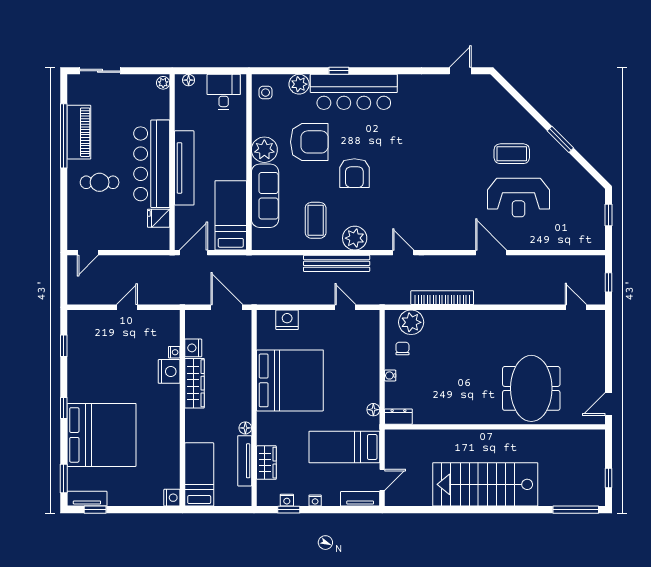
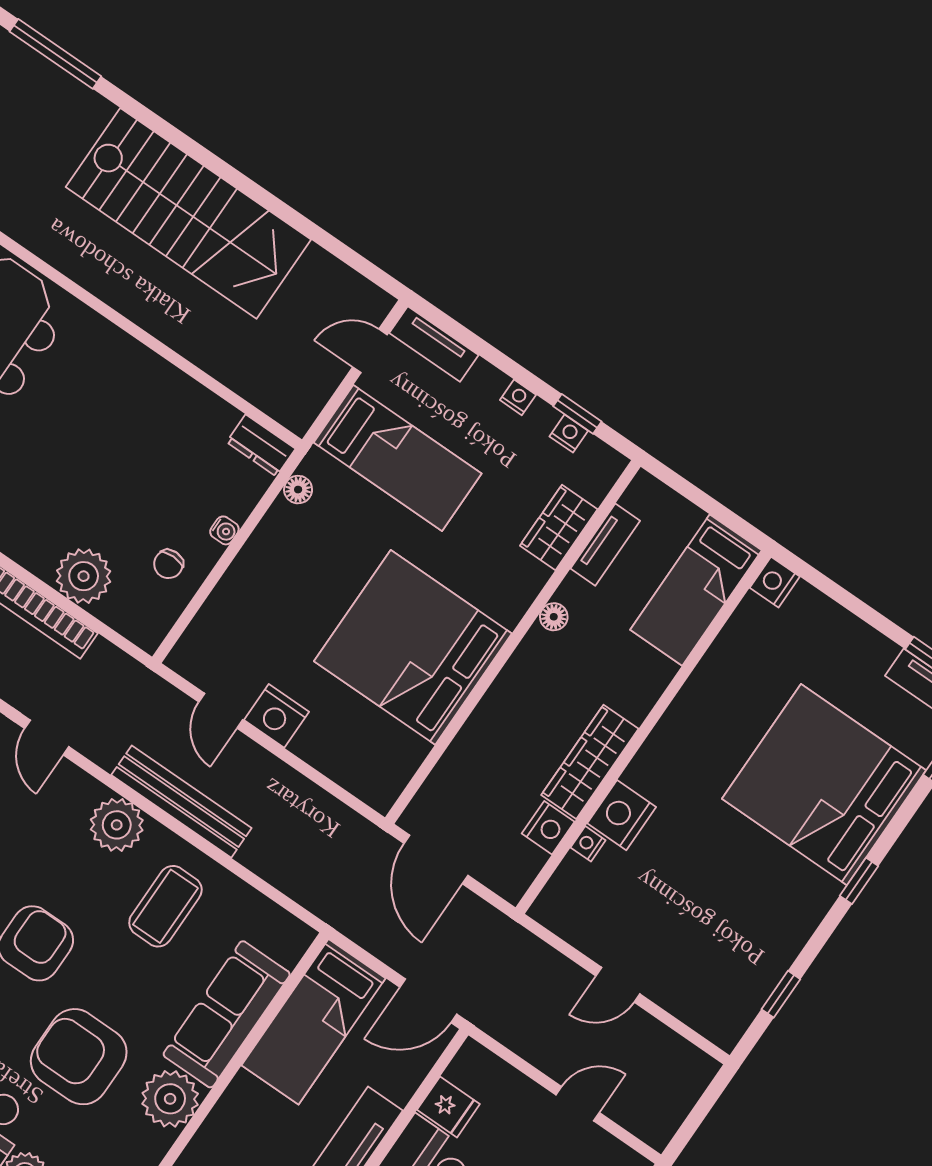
door: (88, 253) -> (578, 1104), moved
nightstand: (287, 320) -> (277, 716), moved
plant: (411, 322) -> (84, 576), moved
tv unit: (245, 461) -> (605, 545), width x0.71

